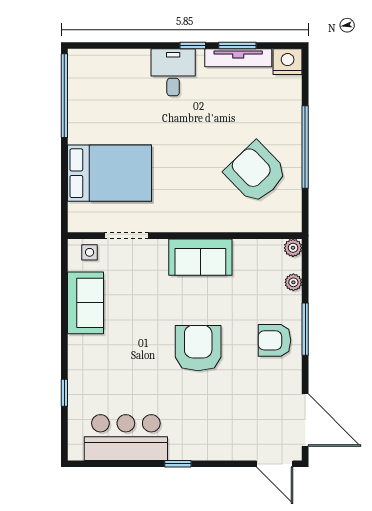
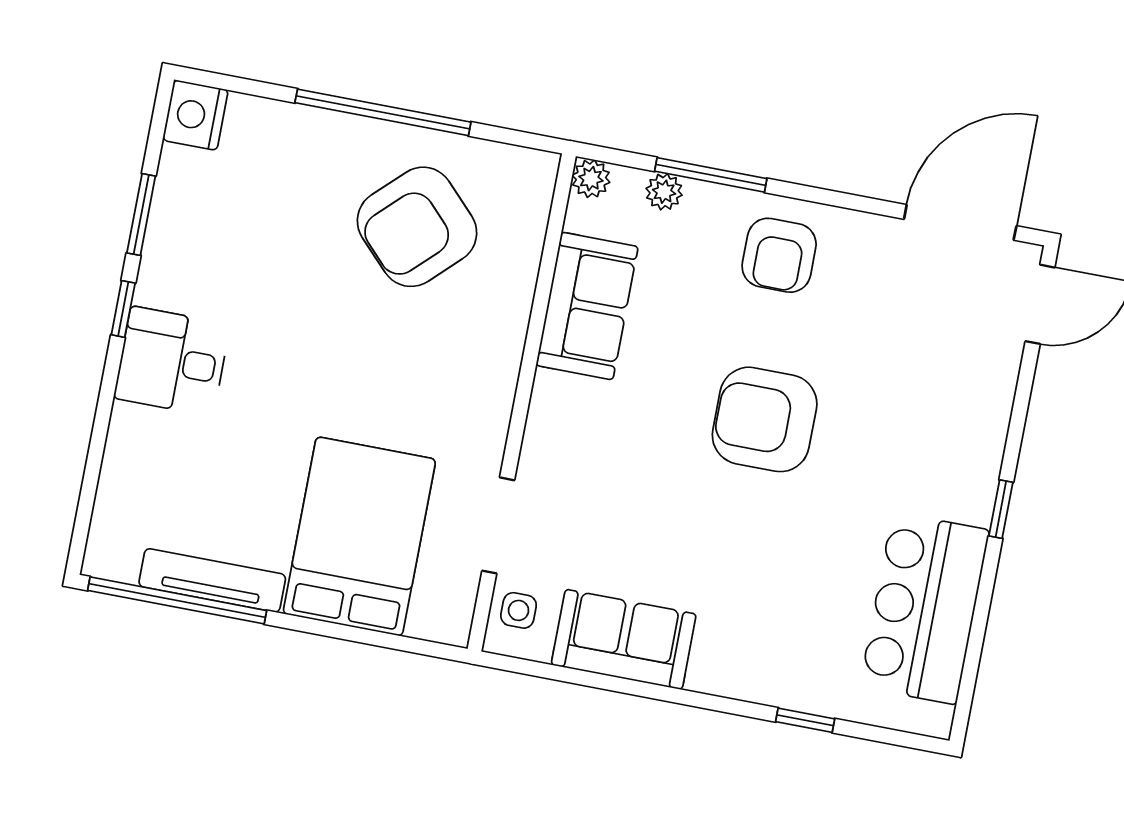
tv unit: (238, 58) -> (212, 580), moved, turned -90
sofa: (200, 257) -> (587, 306), moved
window: (305, 329) -> (711, 175), moved

